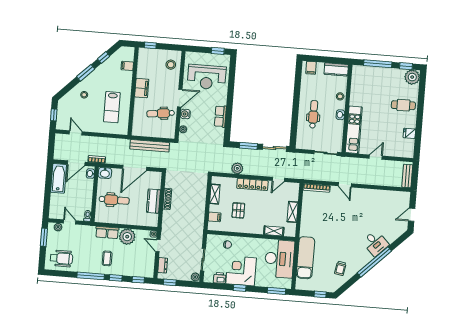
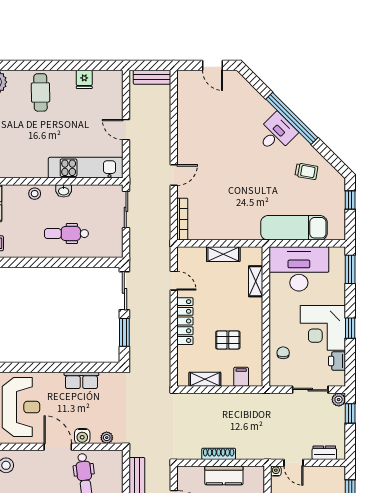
plant: (237, 168) -> (161, 347), removed
desk: (375, 243) -> (276, 133), moved
door: (158, 245) -> (294, 463), hinge flipped
window: (170, 282) -> (350, 413), moved

